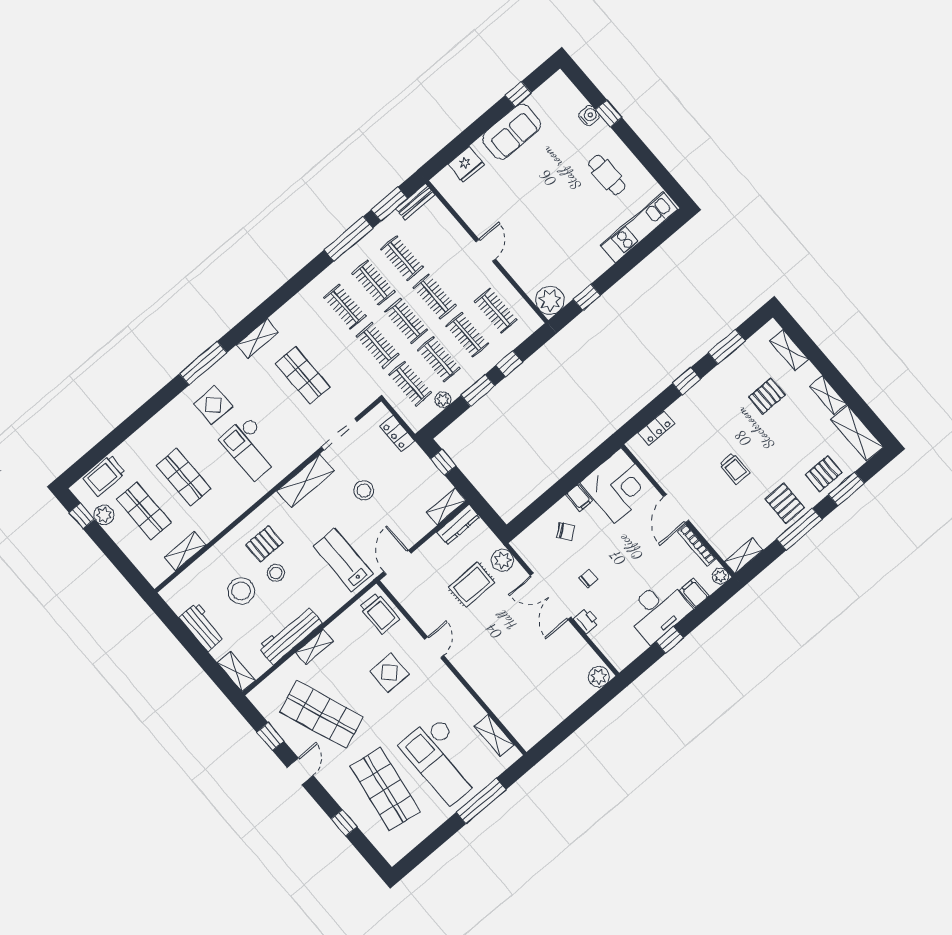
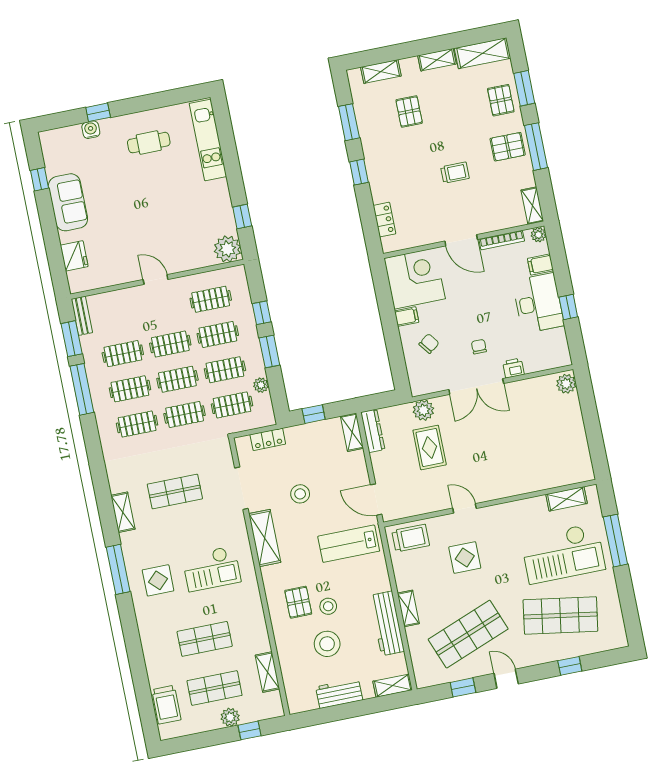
plant: (104, 515) -> (230, 717), moved
window: (82, 516) -> (249, 730), moved

